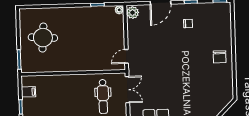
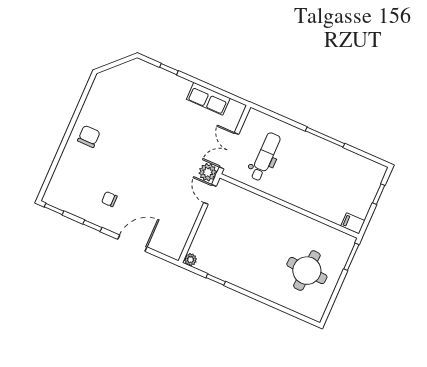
plant: (133, 13) -> (208, 172), moved
door: (126, 56) -> (210, 194), swing flipped
filing cabinet: (28, 92) -> (353, 223), moved

